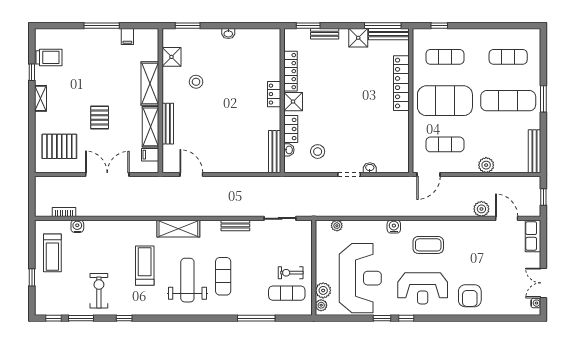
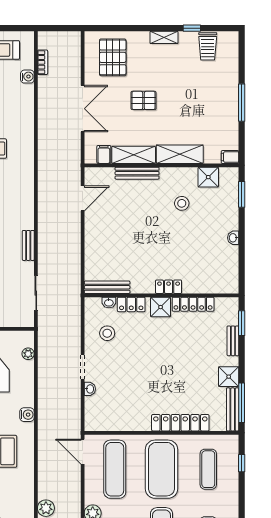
filing cabinet: (127, 37) -> (230, 157), moved
exercise mat: (445, 144) -> (115, 469), width x1.36, depth x1.45
shelving: (178, 229) -> (25, 185), removed

